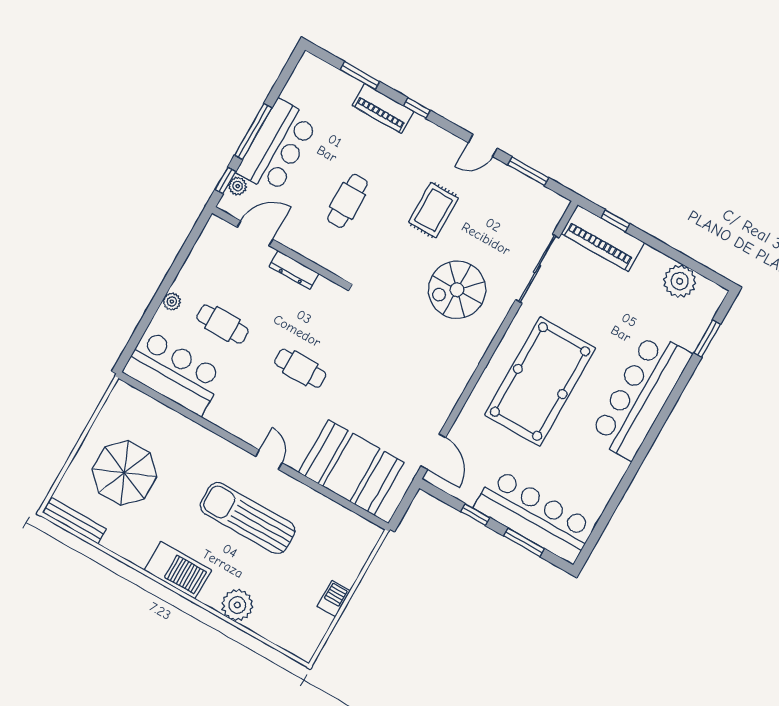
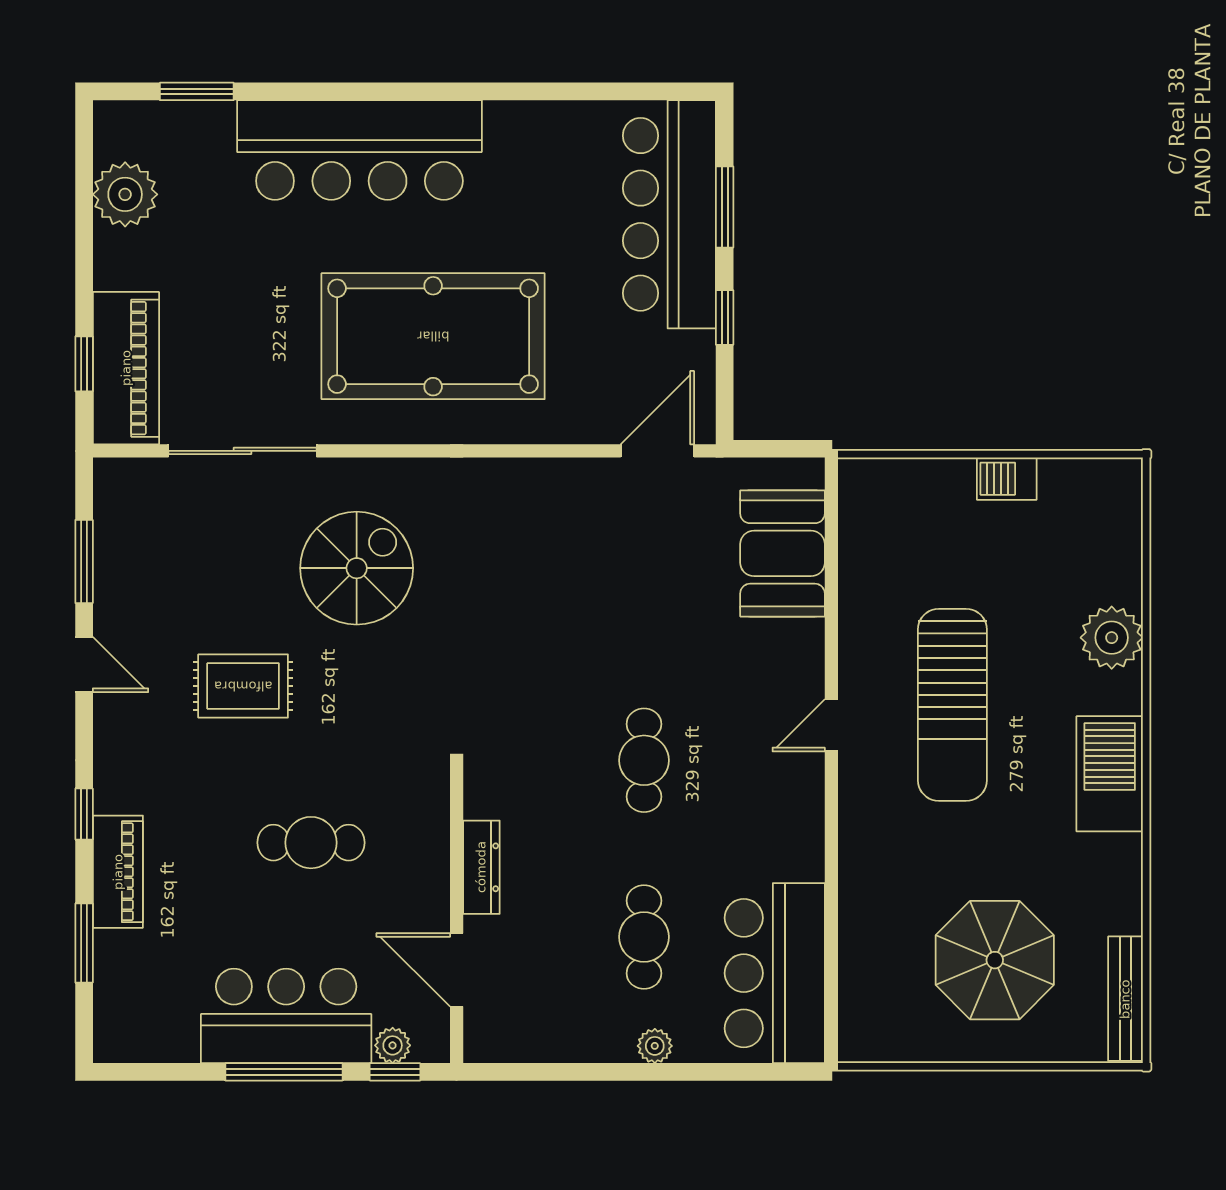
spiral stairs: (457, 290) -> (357, 568), turned -90
booth: (351, 467) -> (782, 553), width x0.73, depth x0.70

